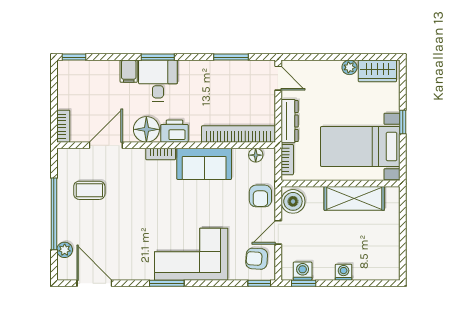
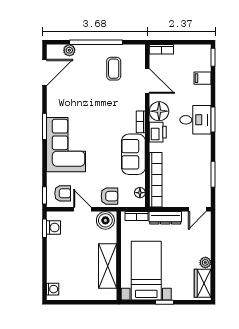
filing cabinet: (129, 71) -> (202, 78), moved
armchair: (260, 196) -> (109, 196), turned 180
armchair: (257, 259) -> (63, 193), turned 86
washing machine: (344, 272) -> (53, 289), moved

